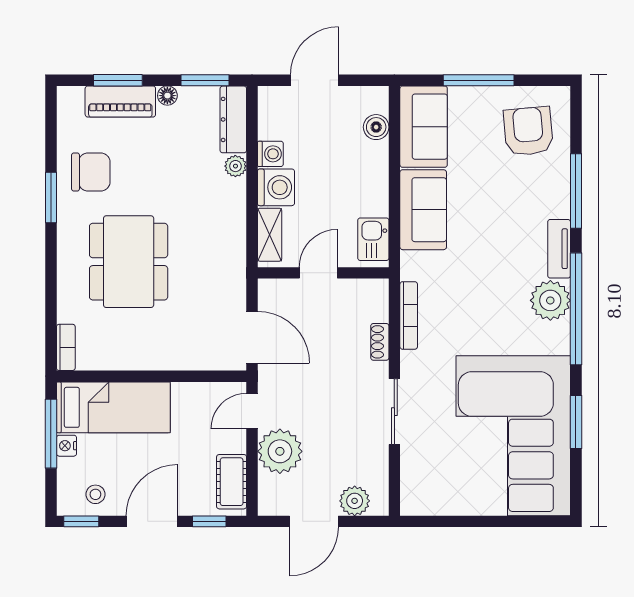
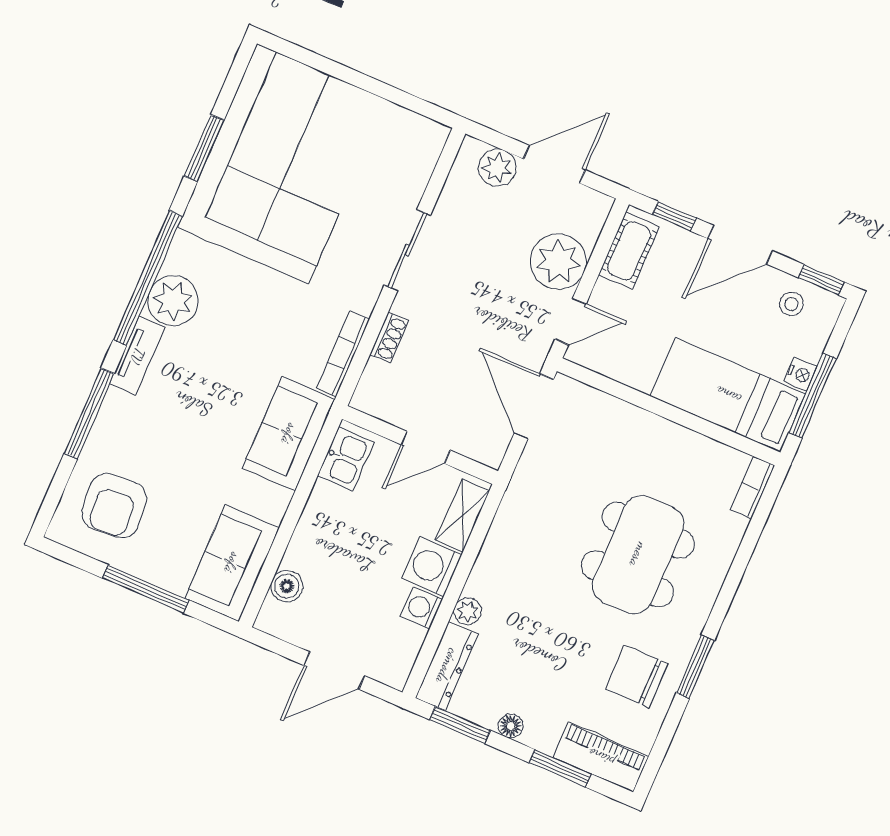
piano: (120, 101) -> (601, 757), moved
sofa: (423, 210) -> (289, 434), moved

